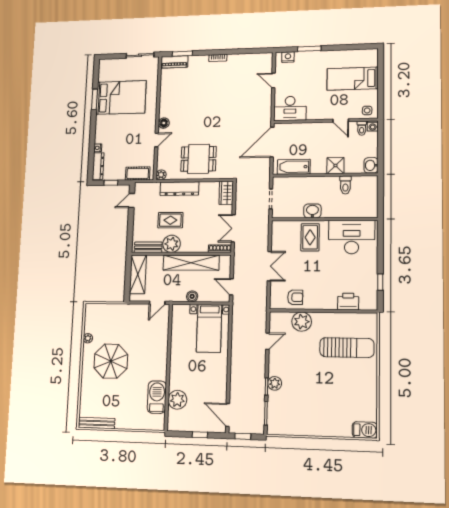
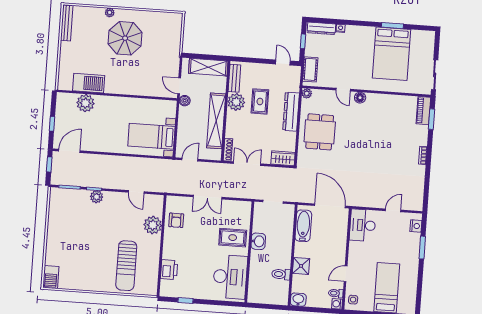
boiler: (192, 296) -> (185, 101), moved
plant: (88, 338) -> (110, 12), moved

